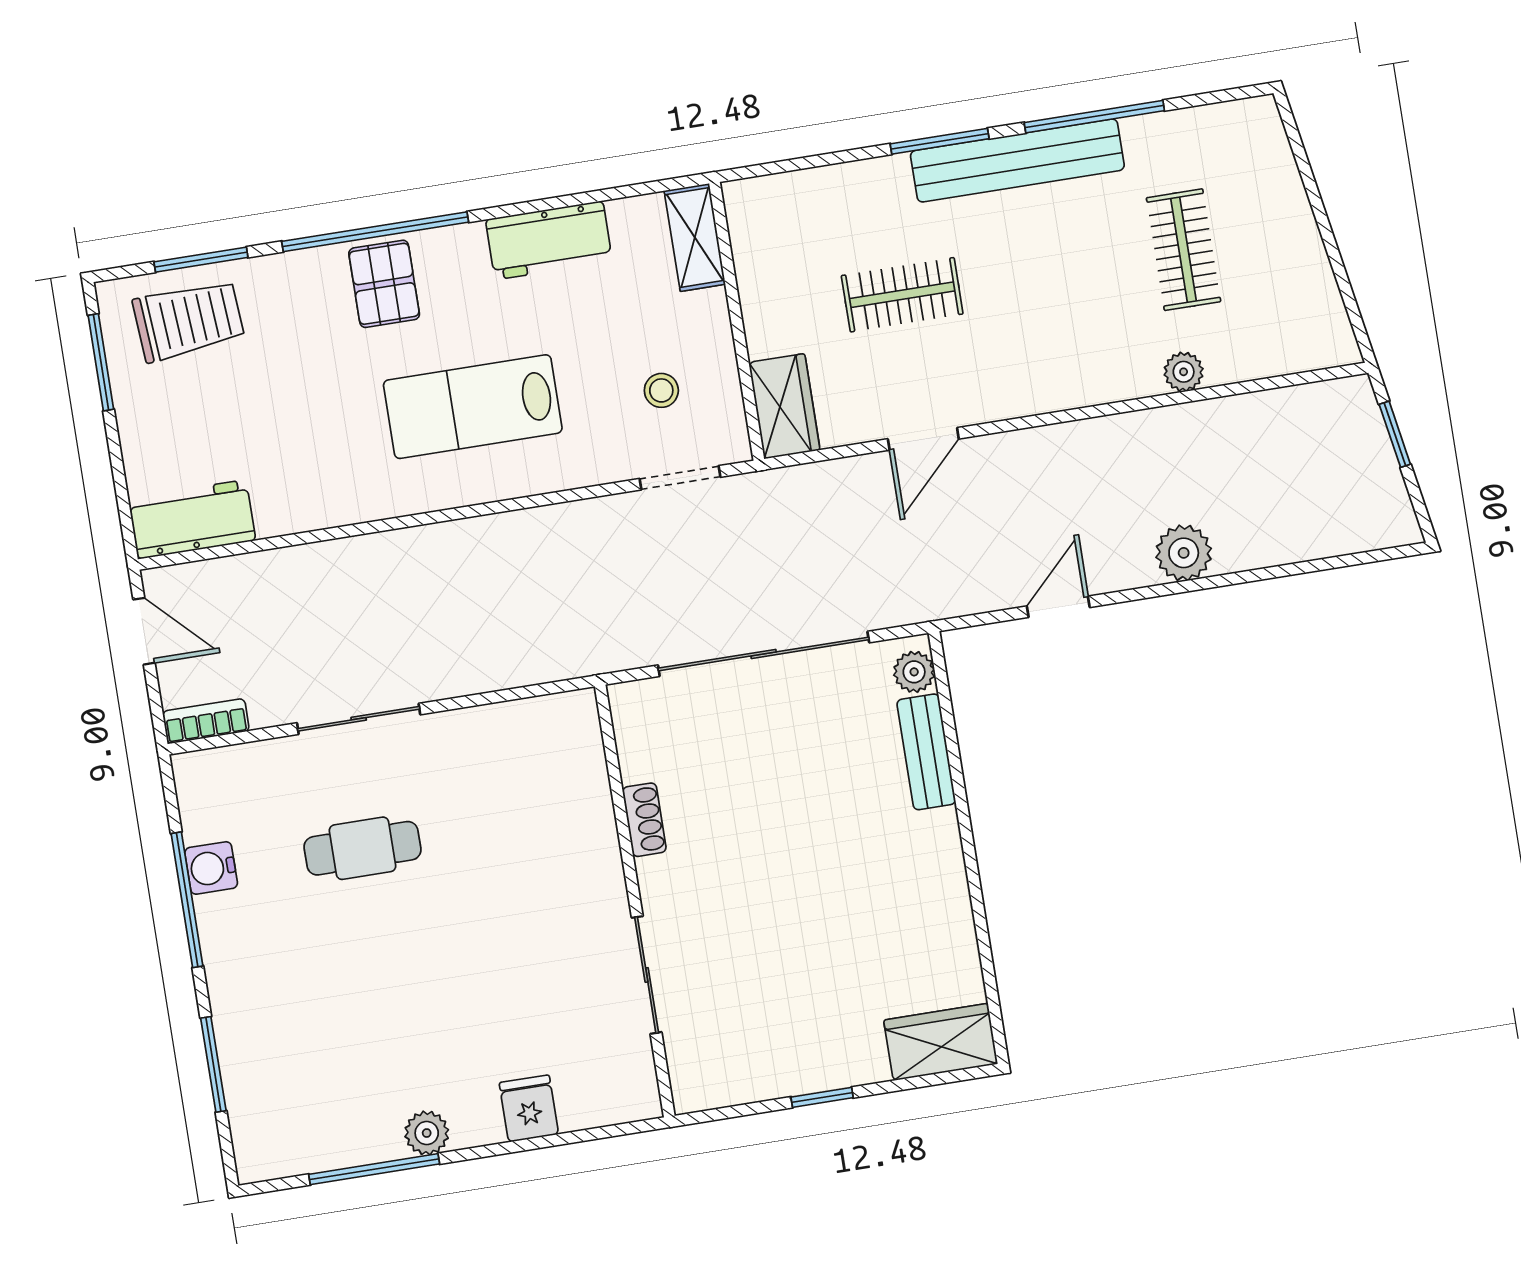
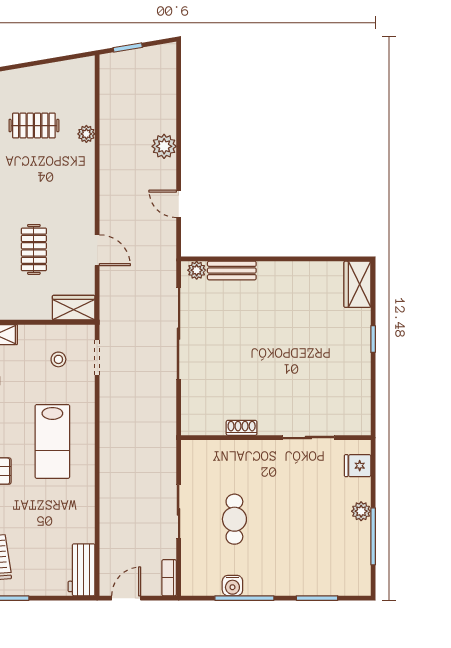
shoe rack: (644, 820) -> (242, 428), moved
wall: (635, 901) -> (276, 438), moved
sliding door: (647, 975) -> (308, 438), moved

